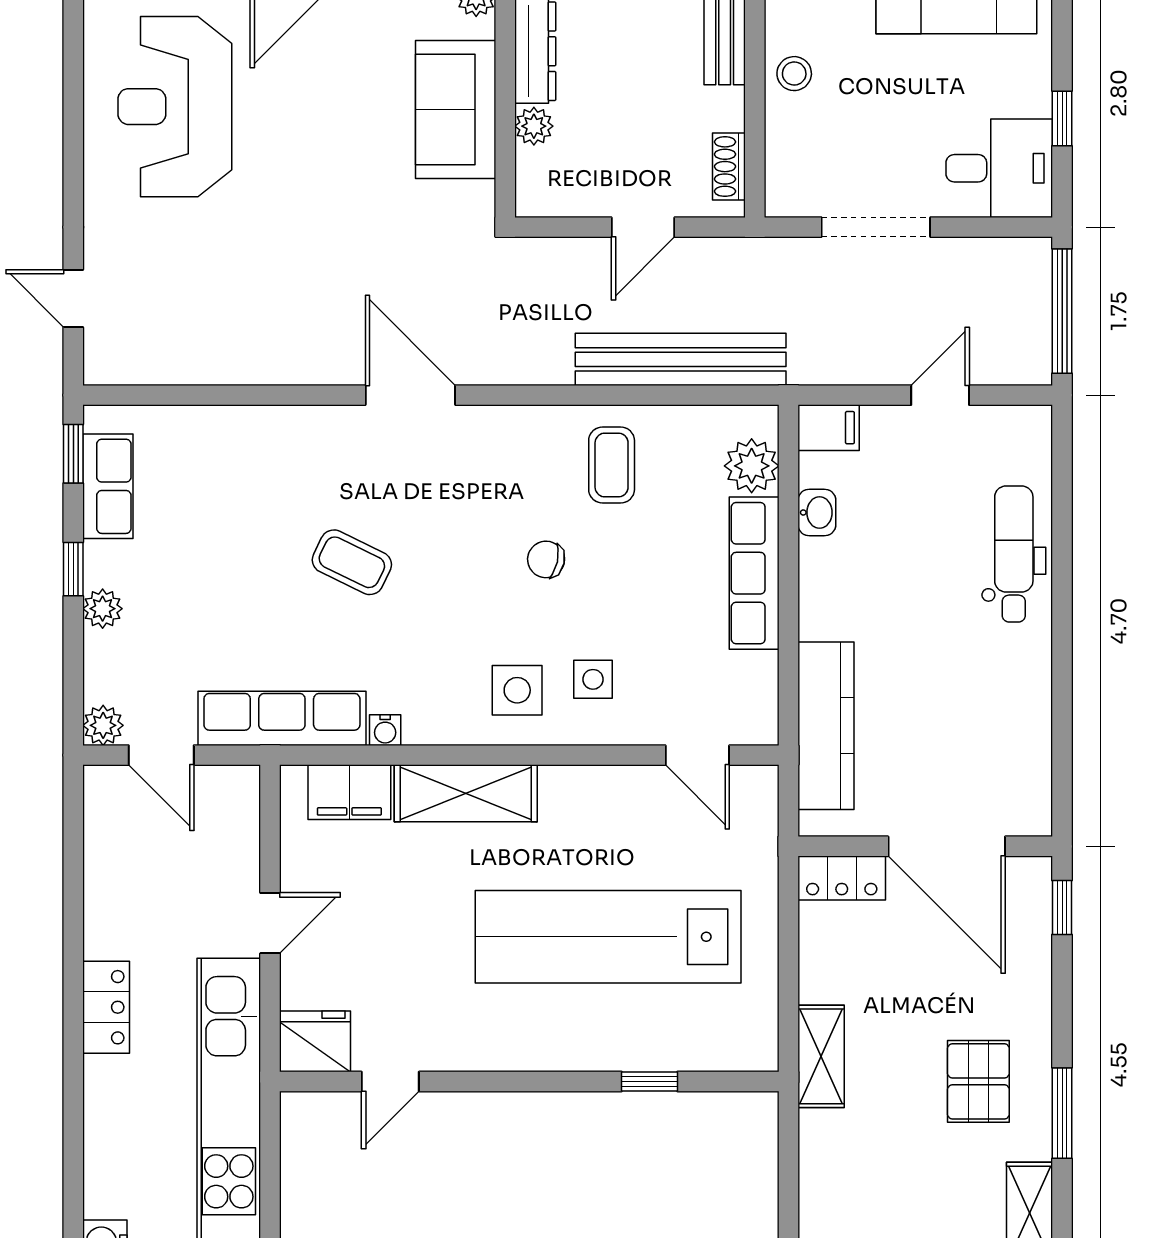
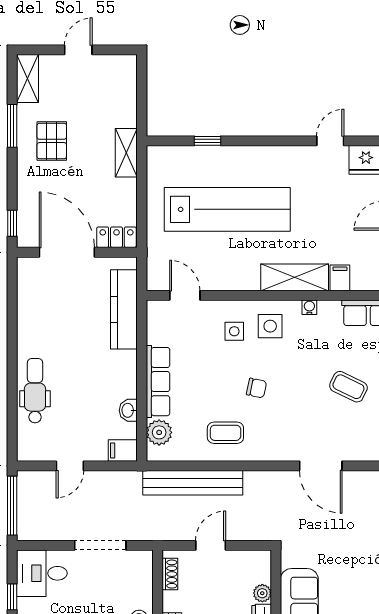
coffee table: (612, 465) -> (225, 433), turned 90
dental chair: (1014, 554) -> (35, 391), turned 180
water cooler: (385, 730) -> (309, 307), moved
filing cabinet: (349, 792) -> (340, 278), width x0.50

